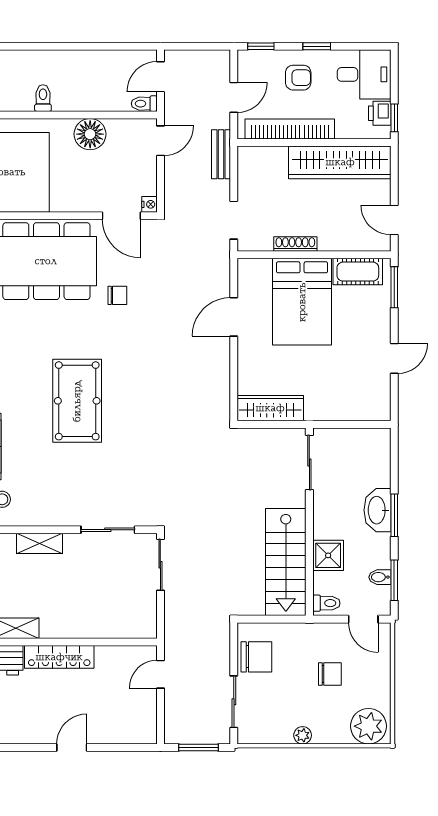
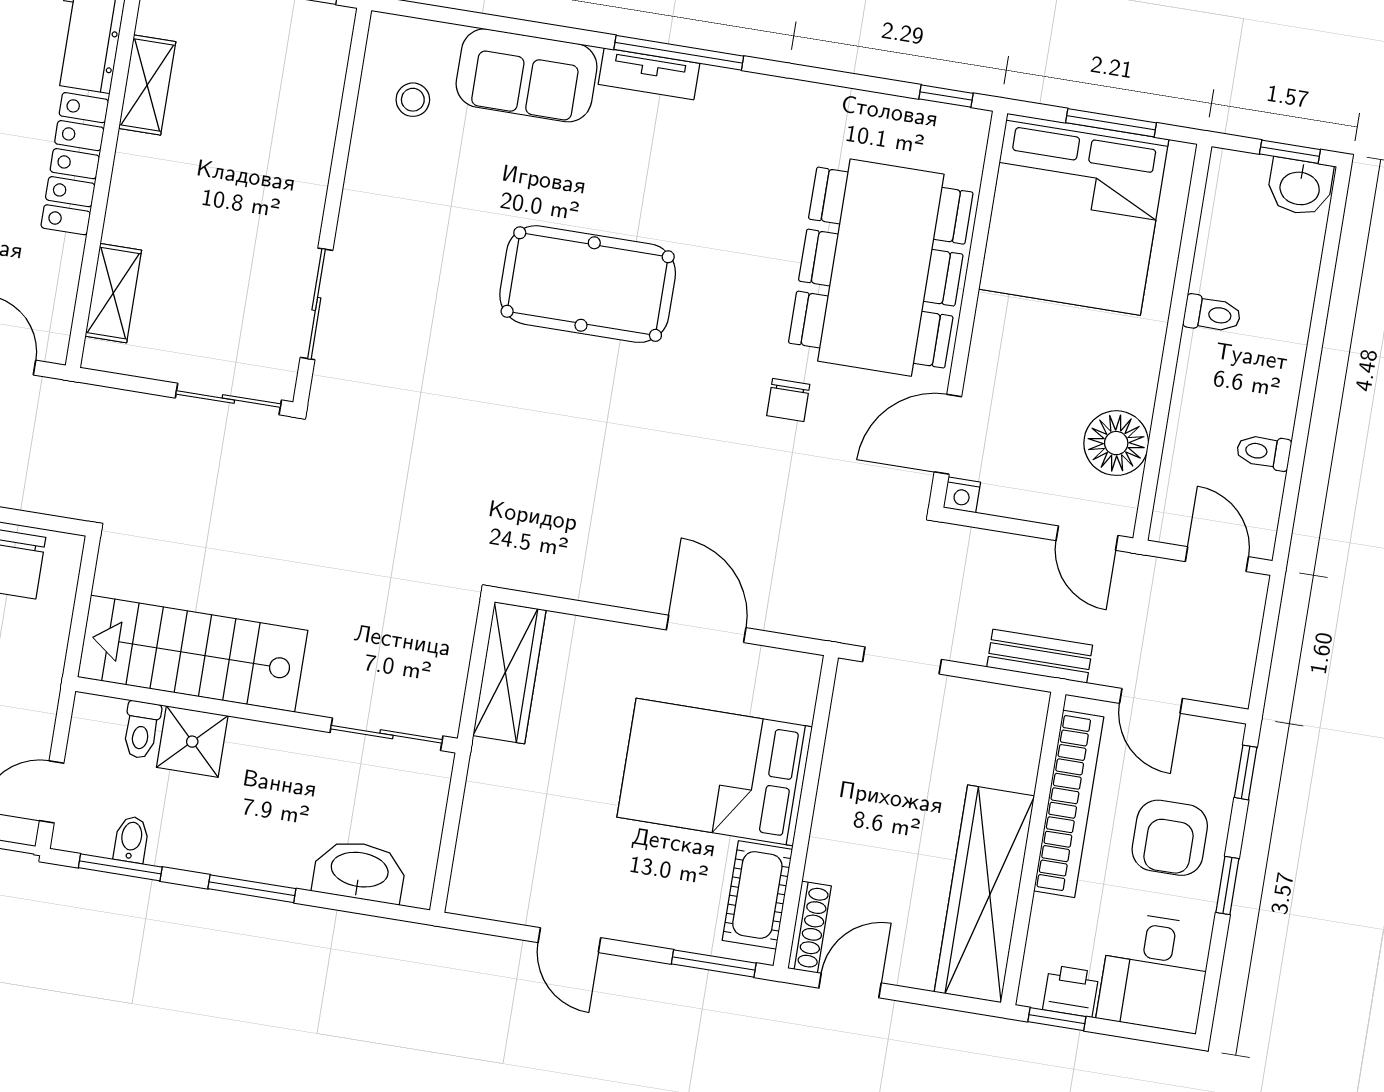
armchair: (298, 78) -> (1170, 838), width x1.38, depth x1.38
toilet: (144, 104) -> (1264, 452), moved, turned -90
floor lamp: (90, 134) -> (1116, 443), moved
shoe rack: (295, 244) -> (809, 927), moved
washbasin: (377, 510) -> (359, 871), moved
shelving: (40, 543) -> (113, 293), moved
toilet: (326, 603) -> (141, 730), moved

